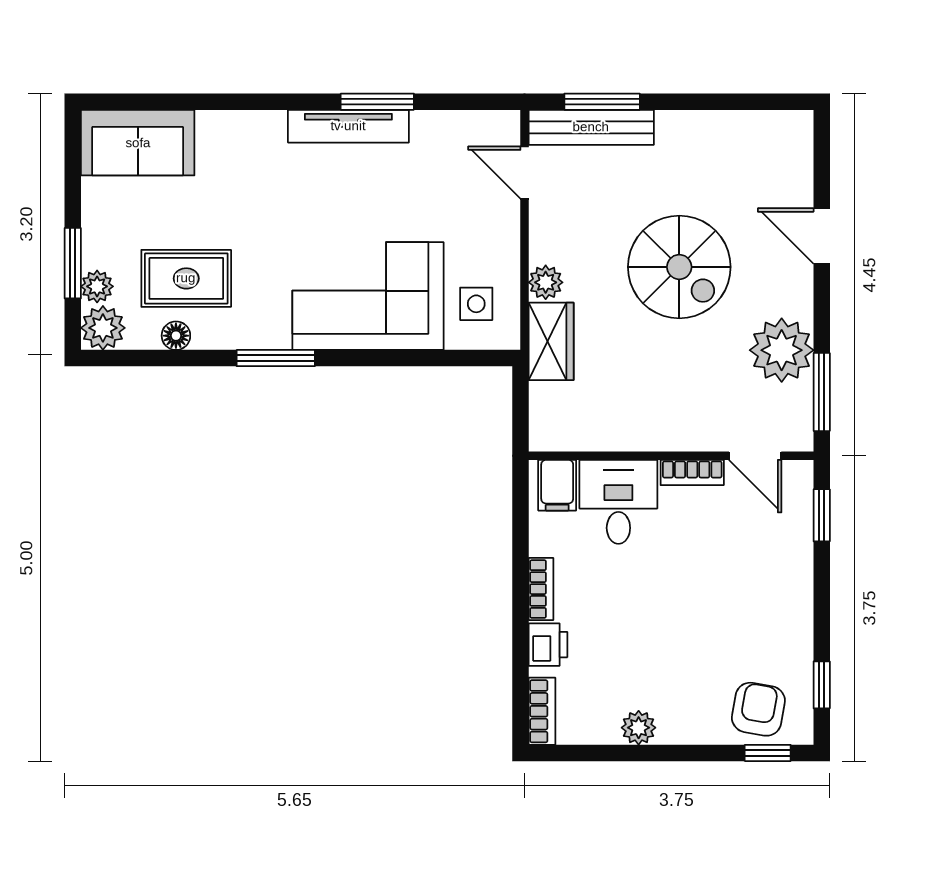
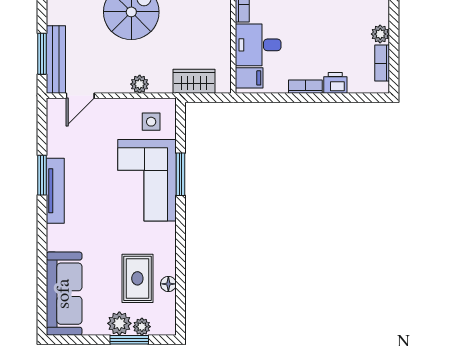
sofa: (138, 143) -> (64, 294), width x1.36
plant: (103, 328) -> (119, 323), moved
wardrobe: (551, 341) -> (194, 81), moved
window: (276, 358) -> (181, 174), moved
bookcase: (542, 711) -> (382, 63), moved, turned -90

